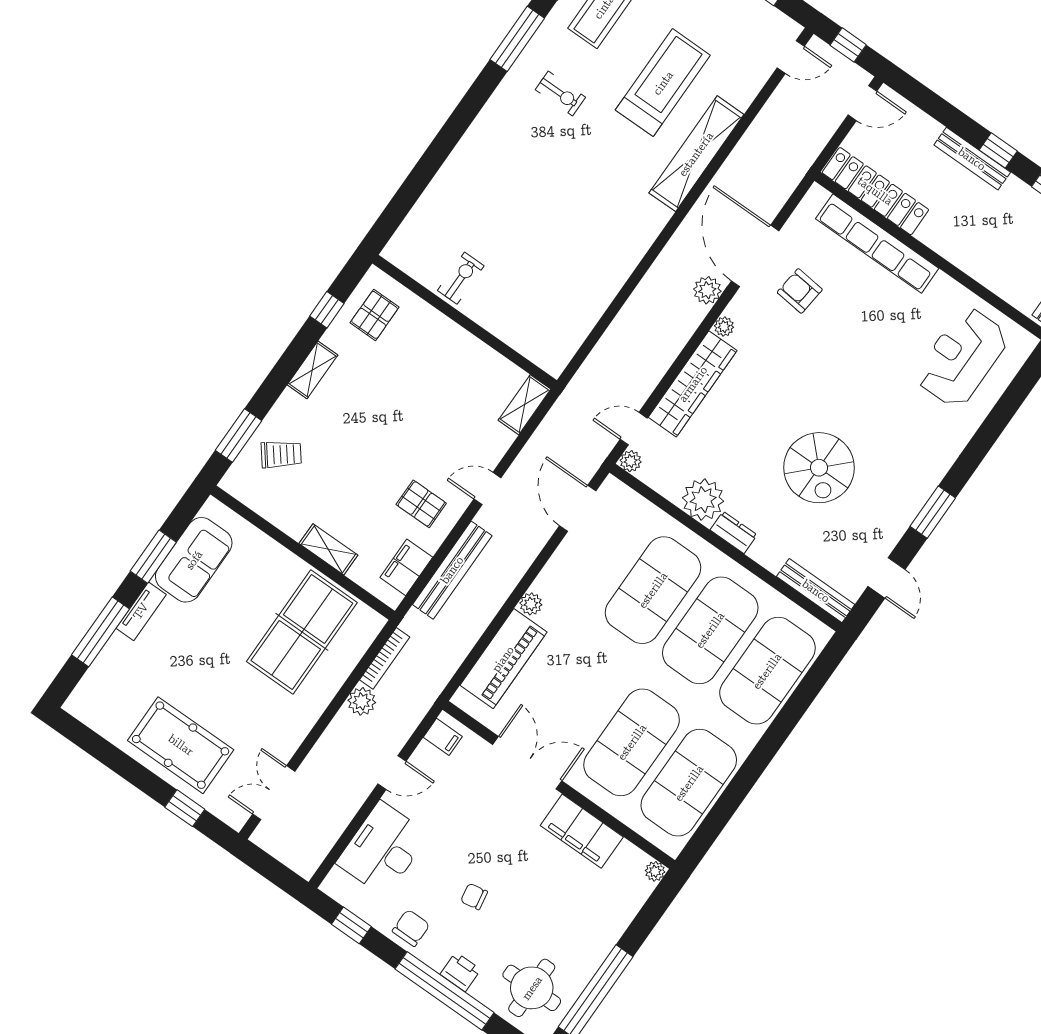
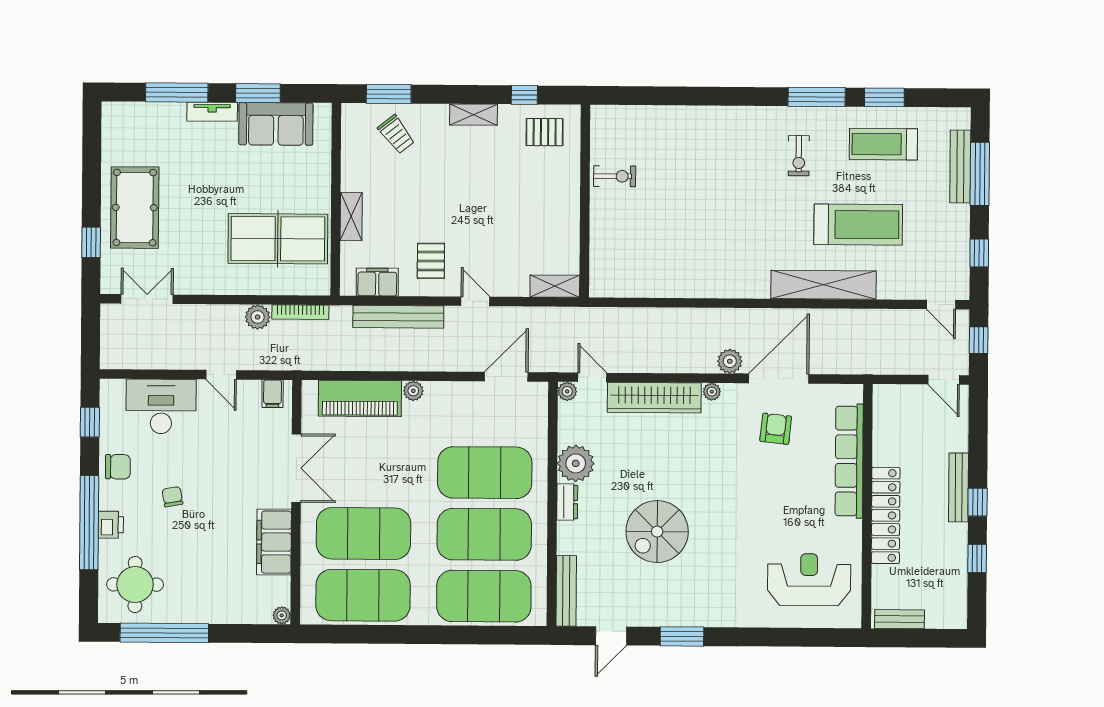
locker: (875, 191) -> (886, 515), moved

